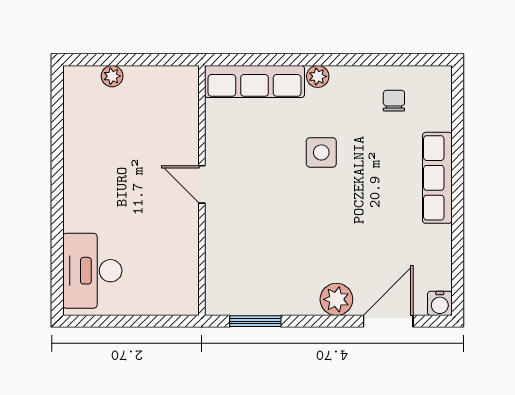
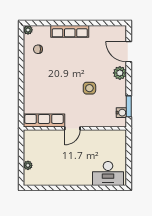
plant: (318, 76) -> (28, 30), moved
row of seats: (254, 82) -> (44, 121), moved, turned -90
side table: (321, 152) -> (89, 88), moved
water cooler: (440, 303) -> (121, 113), moved

